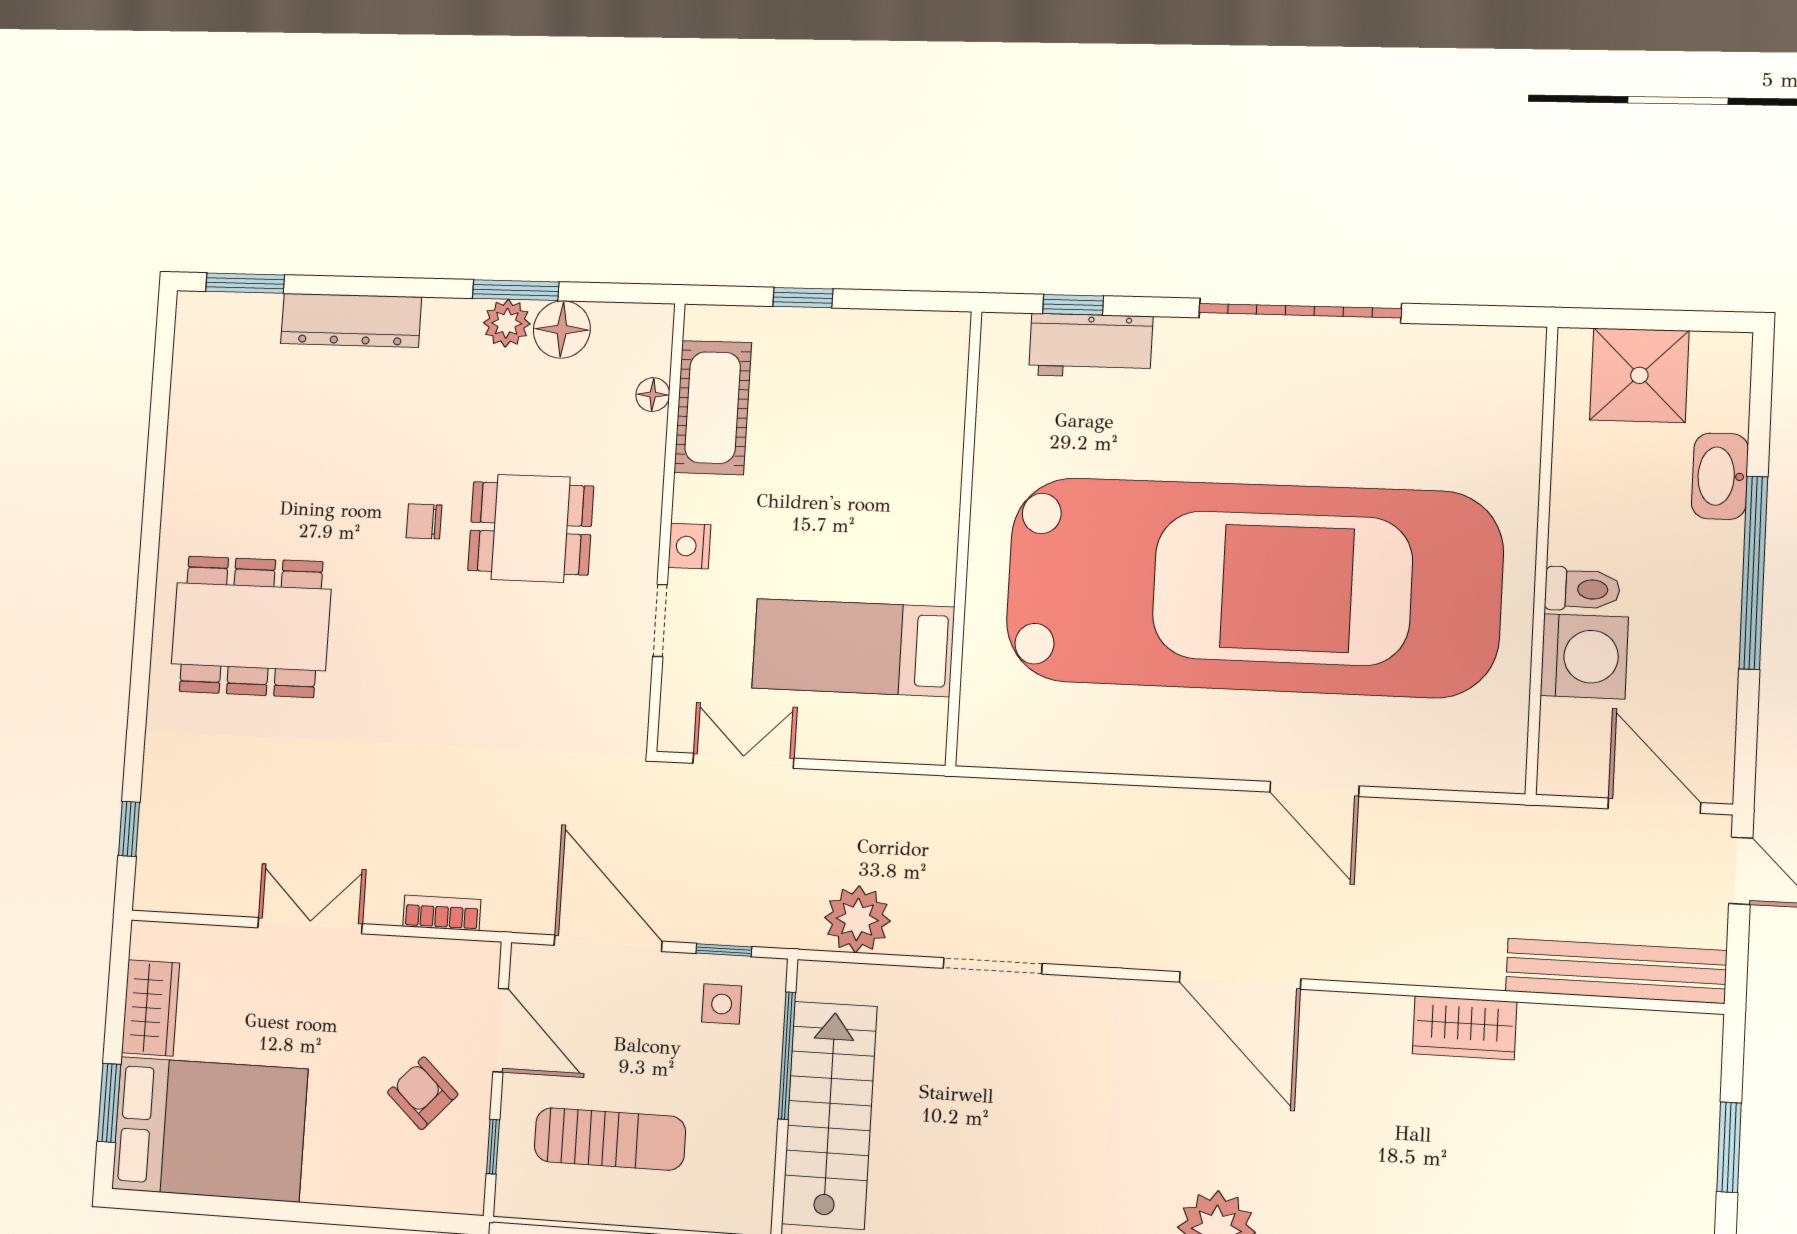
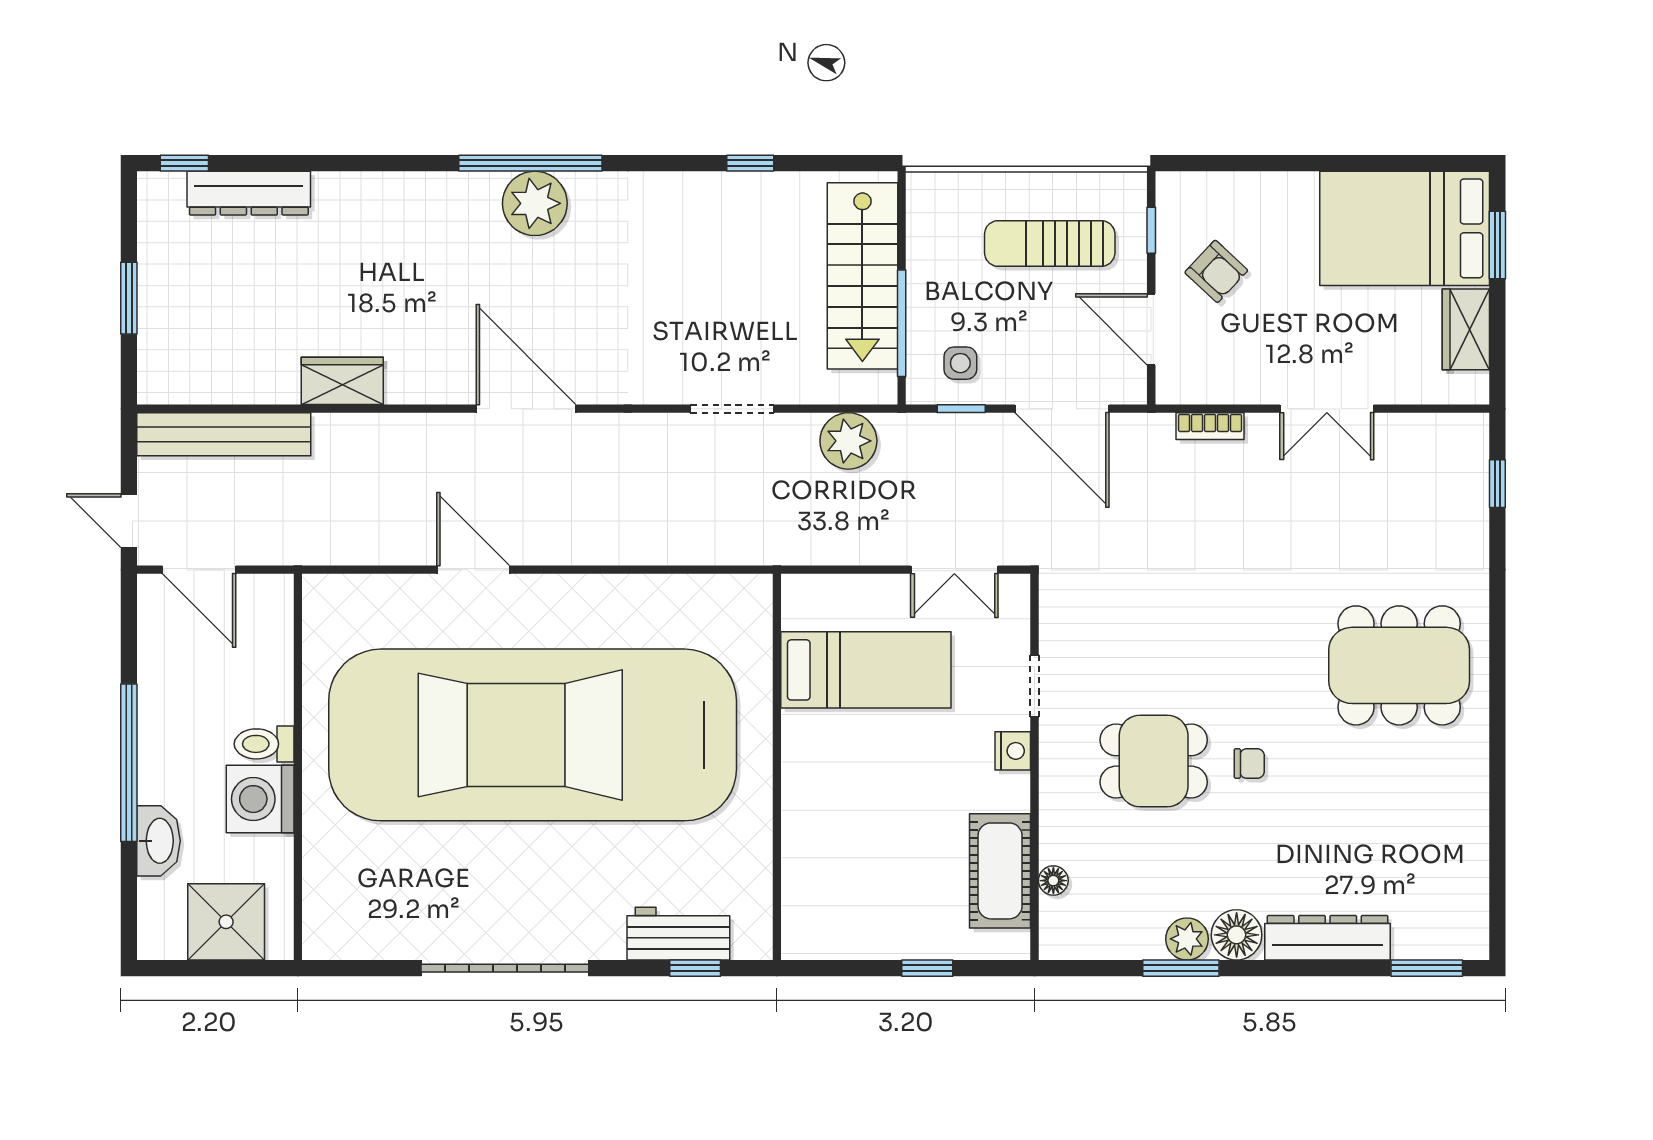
floor lamp: (562, 329) -> (1237, 935), moved
washing machine: (1584, 656) -> (260, 799), moved

